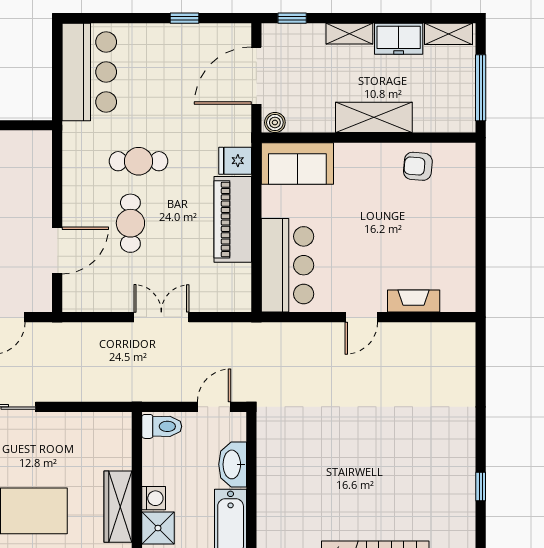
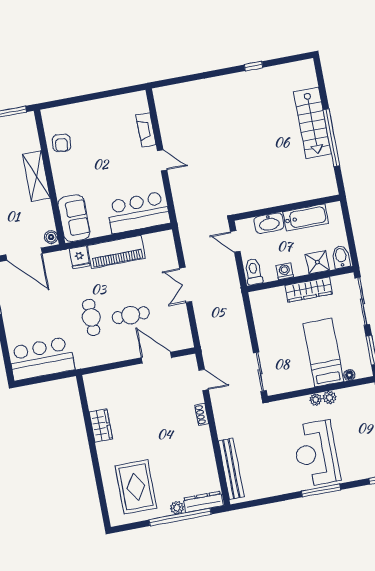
washing machine: (154, 498) -> (285, 271), moved

